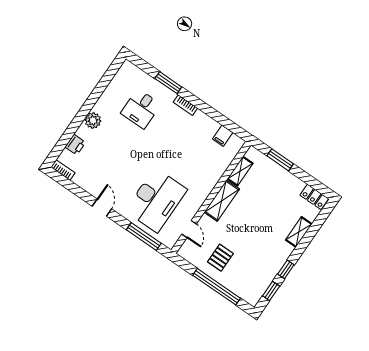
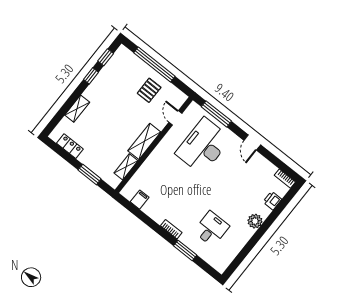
locker: (314, 197) -> (70, 146), moved

